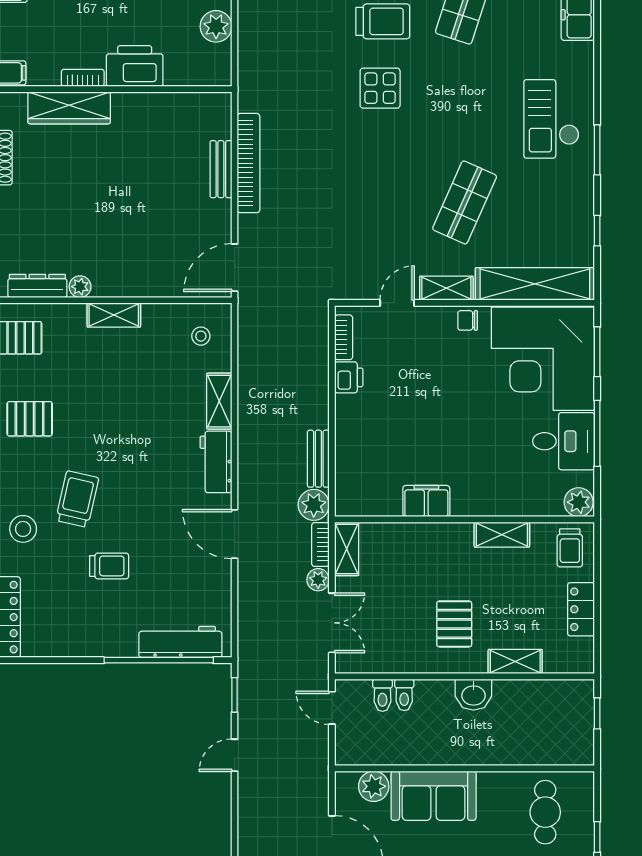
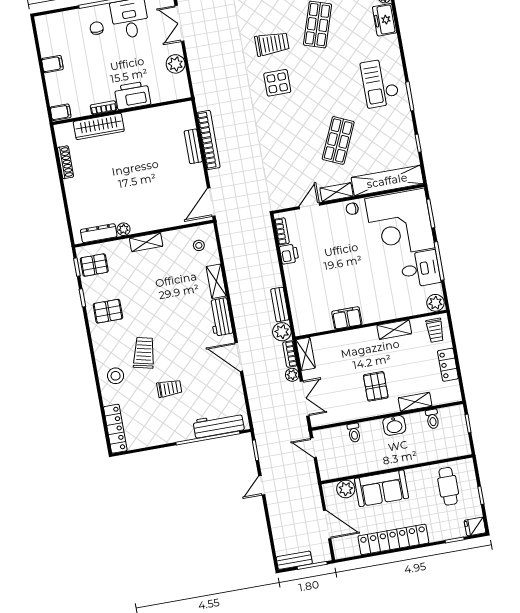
toilet: (382, 695) -> (433, 419), moved

